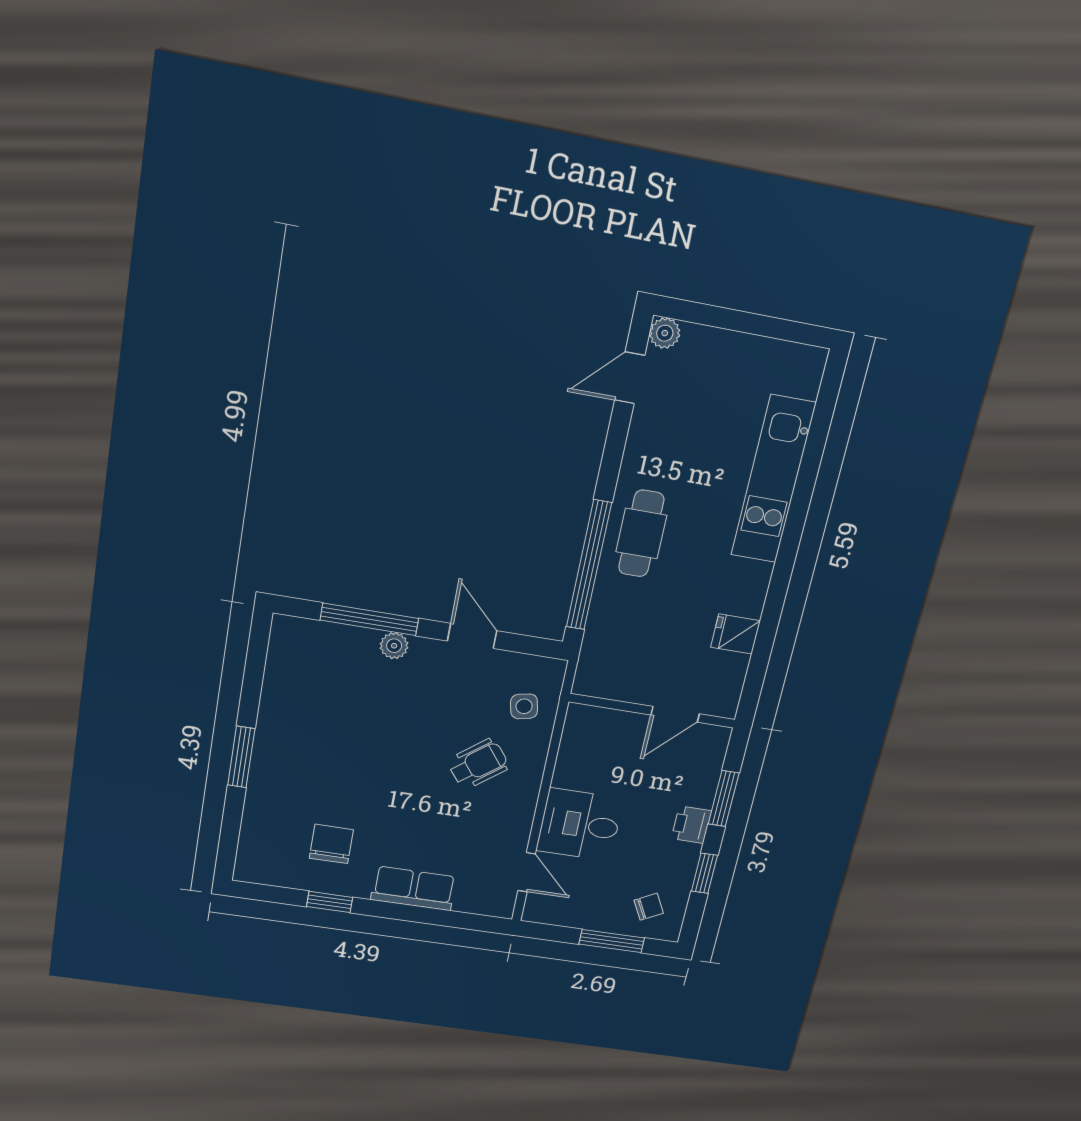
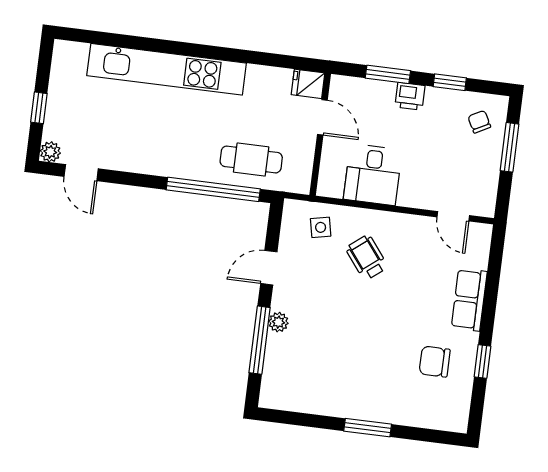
window: (732, 320) -> (39, 108), added
kitchen unit: (773, 480) -> (167, 69), width x1.36
cafe table: (641, 534) -> (251, 159), moved
fridge: (736, 634) -> (308, 84), moved, turned 90
desk: (580, 825) -> (373, 175), moved
door: (527, 872) -> (453, 216), swing flipped

